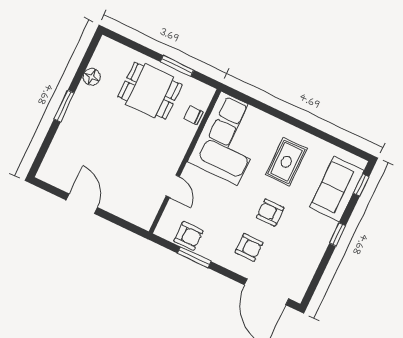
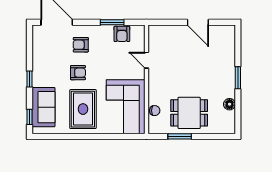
rug: (286, 162) -> (83, 109), width x1.36, depth x1.43
armchair: (189, 236) -> (122, 34), turned -90

